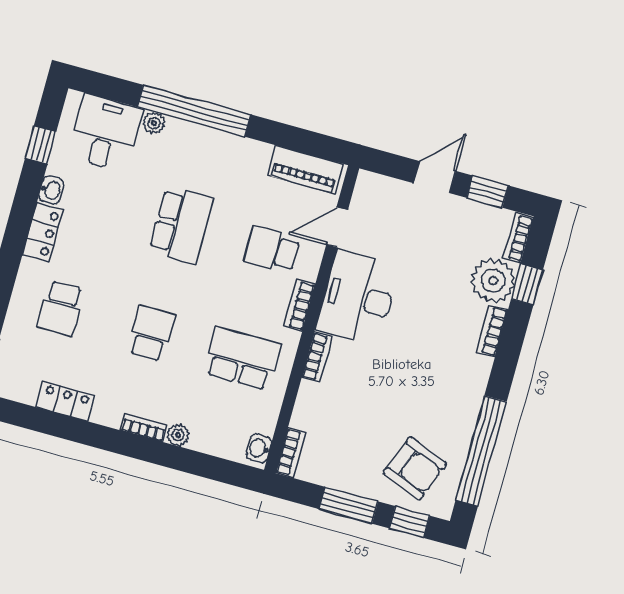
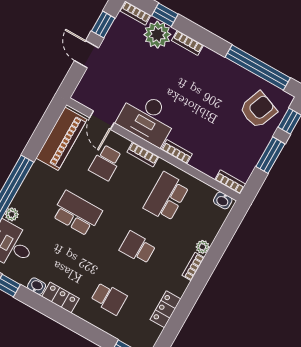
piano: (306, 170) -> (61, 139), width x1.37, depth x1.33

